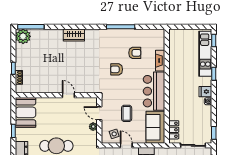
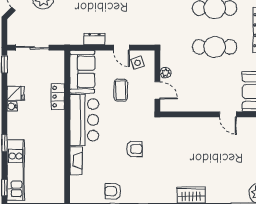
armchair: (135, 53) -> (113, 191), moved
fridge: (205, 92) -> (16, 93), moved
door: (68, 95) -> (228, 114), moved
locker: (174, 130) -> (58, 97), moved

